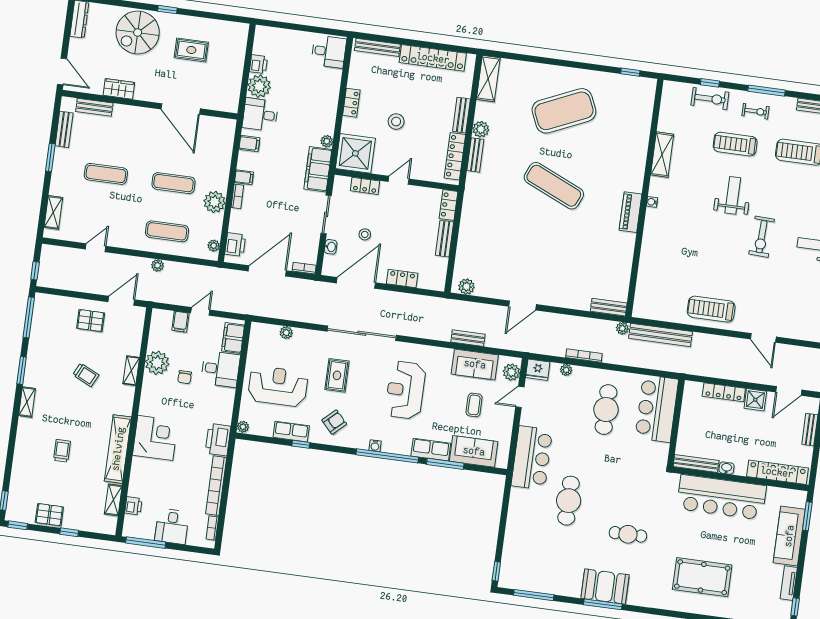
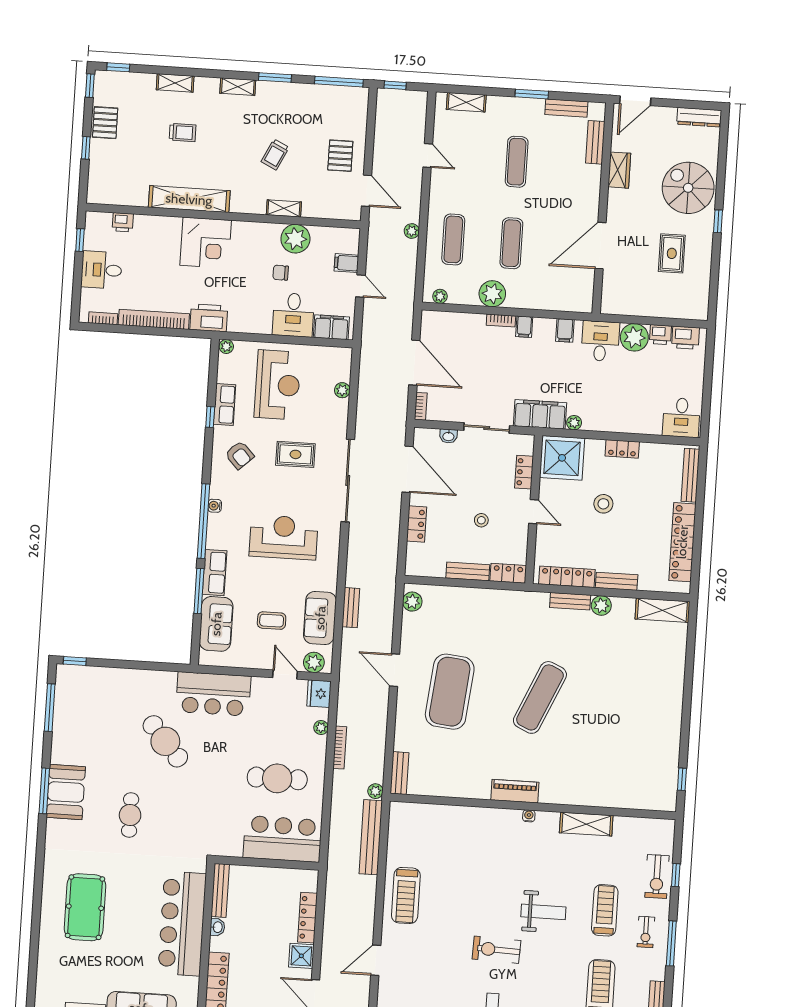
exercise mat: (564, 111) -> (450, 692), moved, turned 30
stool: (365, 234) -> (481, 520), moved
printer: (235, 245) -> (685, 338), moved
treadmill: (711, 309) -> (406, 895), turned 180
shelving: (113, 500) -> (175, 83), moved
cafe table: (569, 501) -> (165, 741), turned 49
window: (146, 543) -> (80, 240), width x0.46

